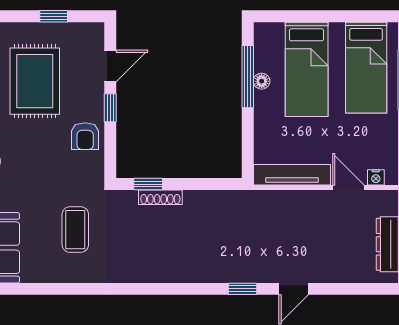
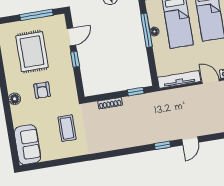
window: (54, 16) -> (36, 15), width x2.17
armchair: (85, 136) -> (42, 90), moved
window: (148, 184) -> (136, 92), moved

